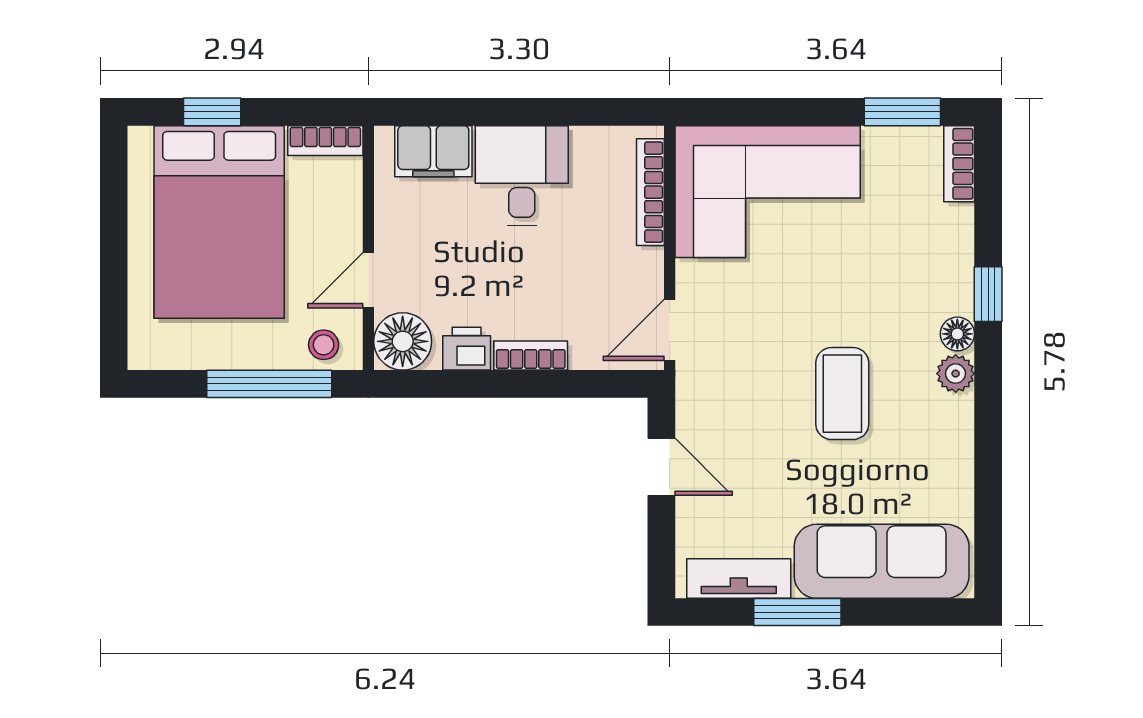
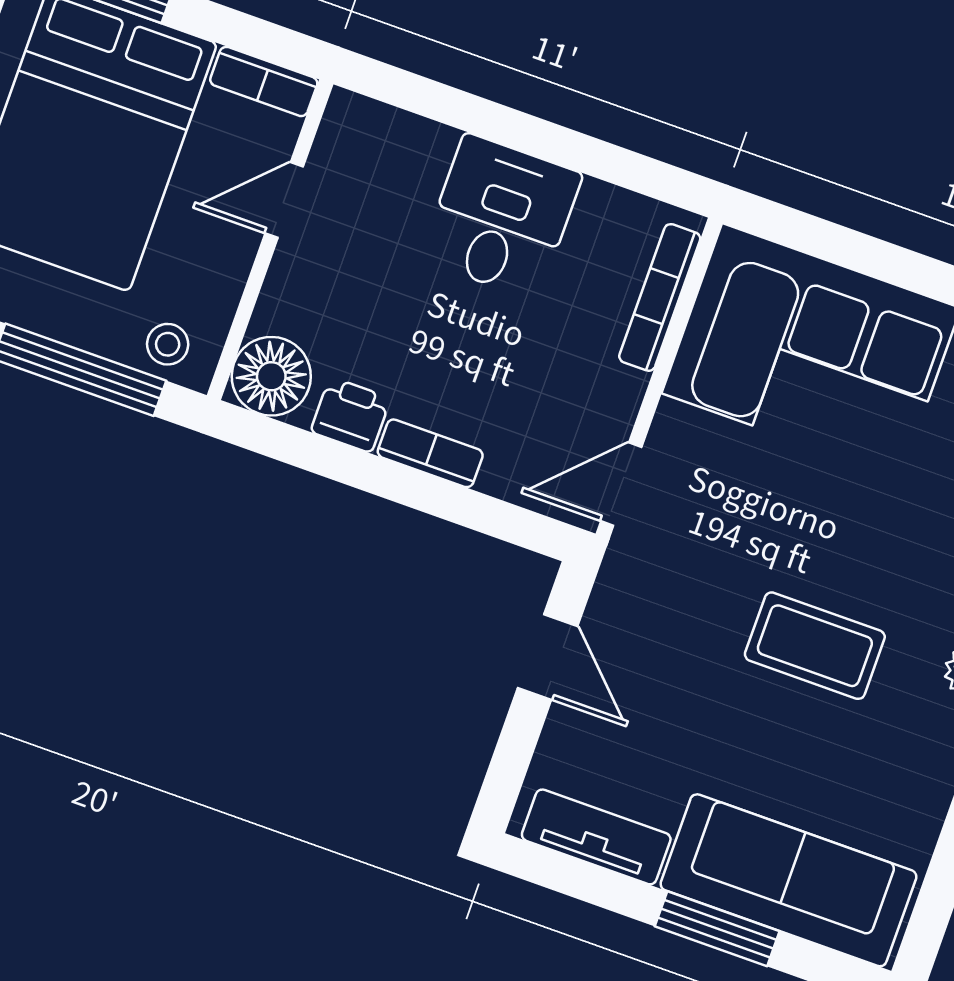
filing cabinet: (433, 151) -> (398, 145), removed
door: (368, 280) -> (284, 200), moved
coffee table: (842, 394) -> (815, 646), turned 90
window: (797, 612) -> (717, 929), moved

